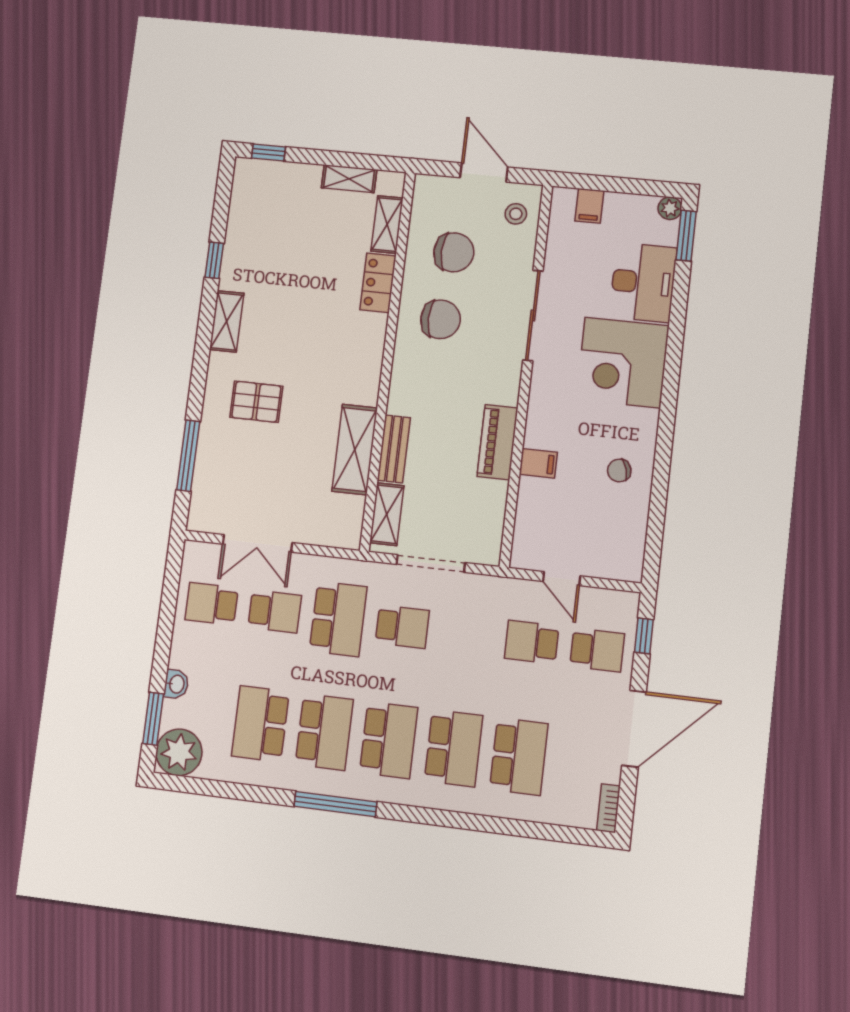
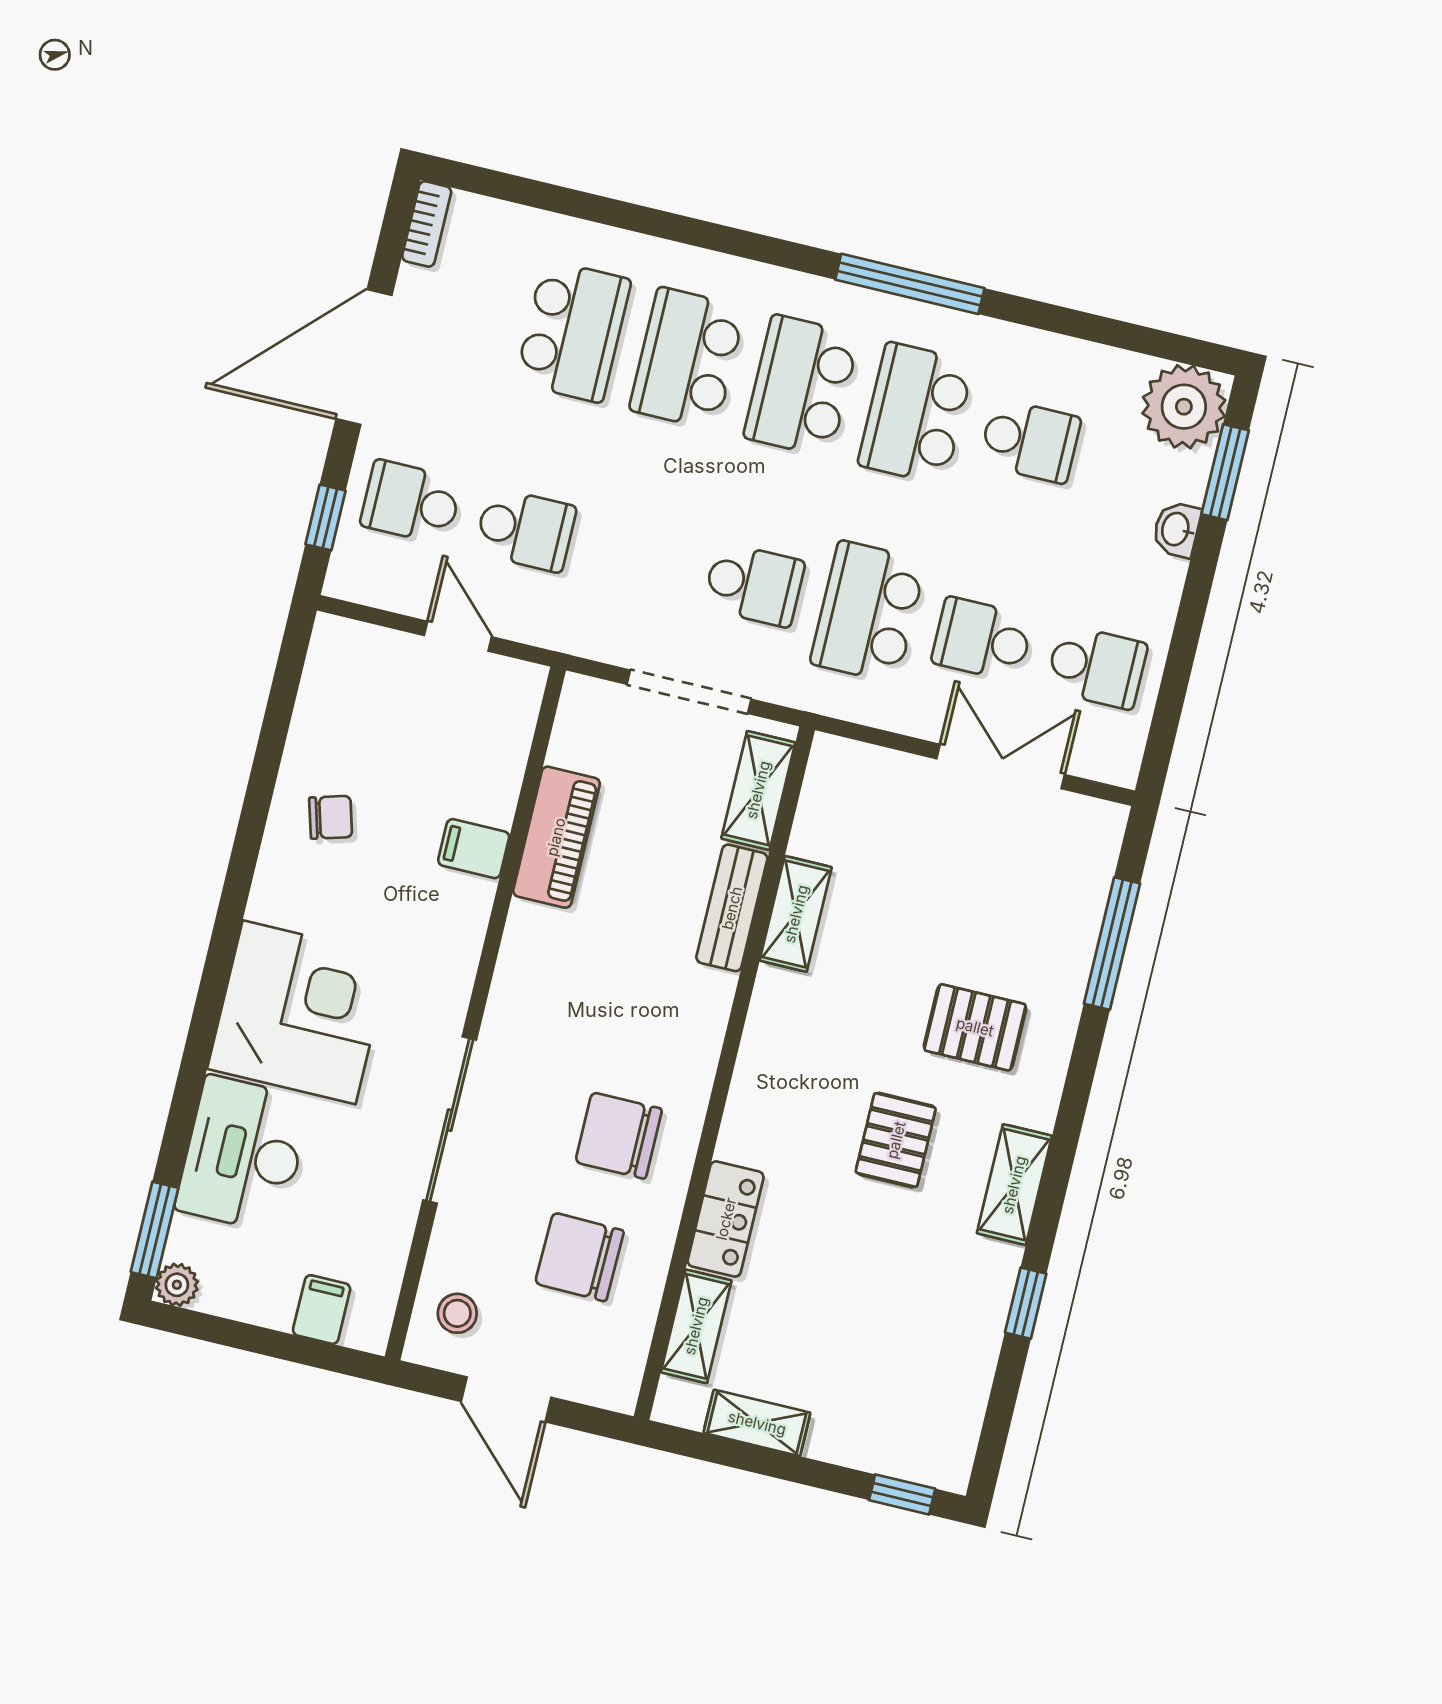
pallet: (292, 336) -> (896, 1140), added
piano: (497, 442) -> (556, 837), moved
shelving: (355, 450) -> (796, 914), width x0.67, depth x0.75
school desk: (402, 627) -> (754, 585), turned 180
school desk: (260, 724) -> (1030, 441), width x0.54
school desk: (519, 756) -> (573, 331), turned 180

